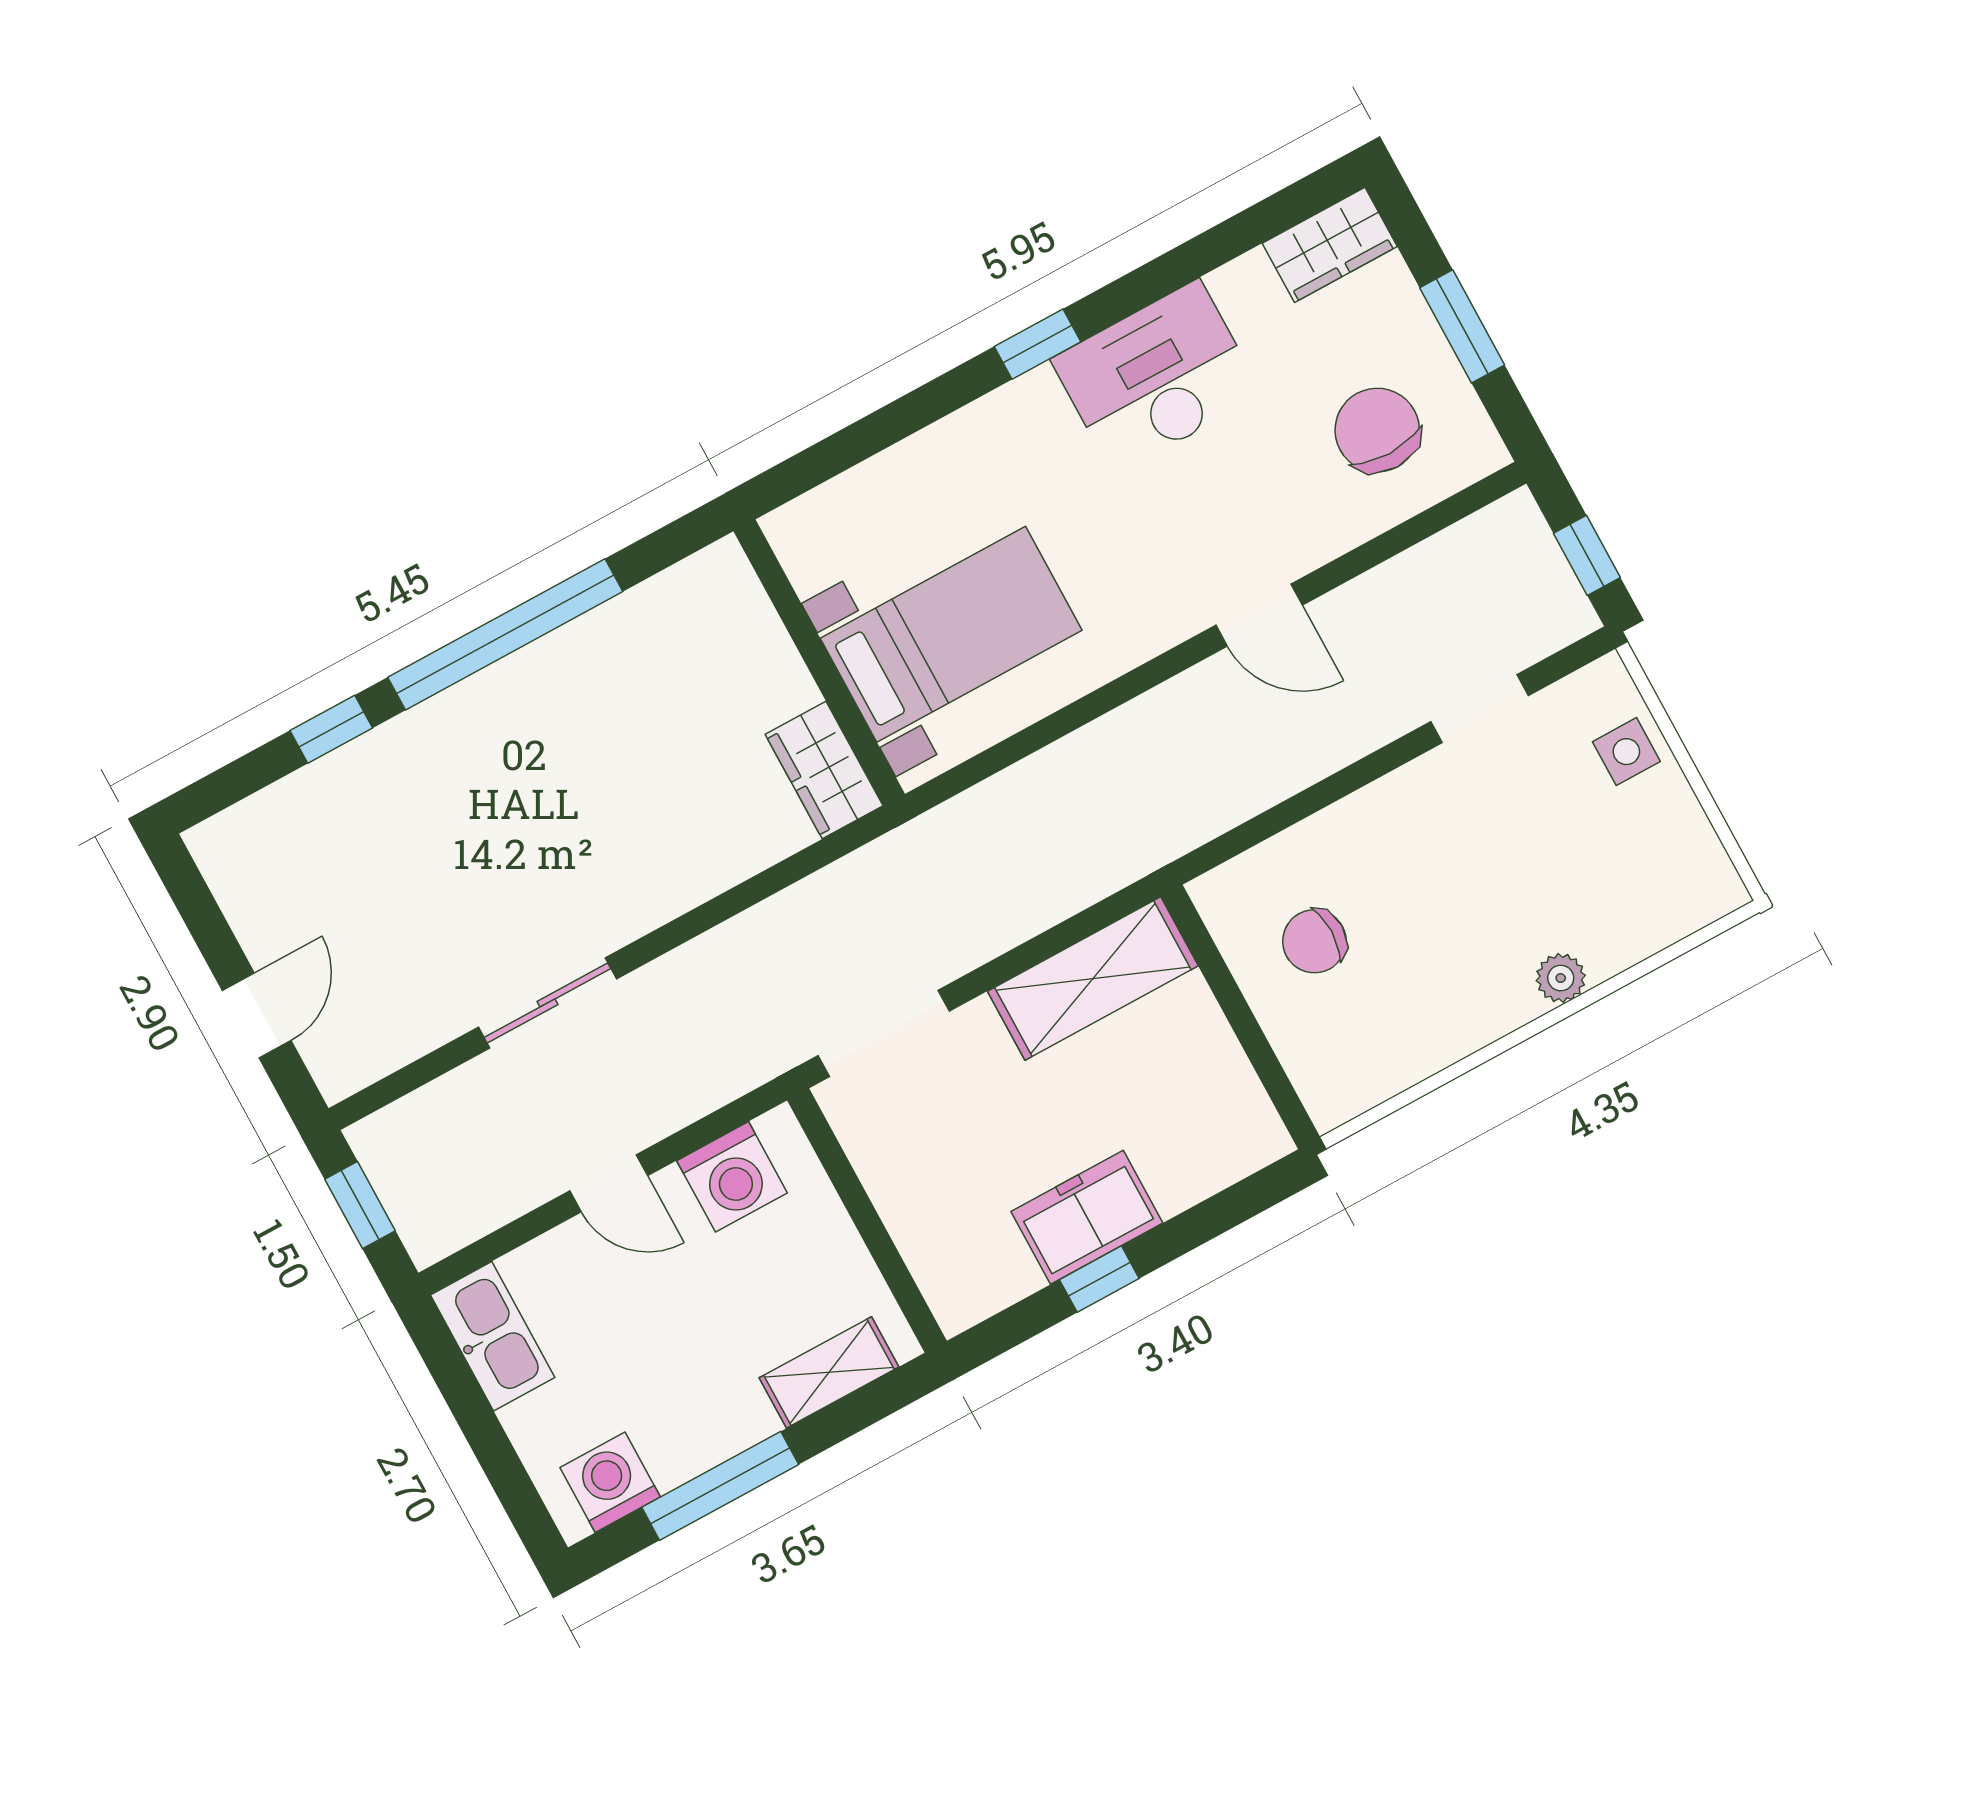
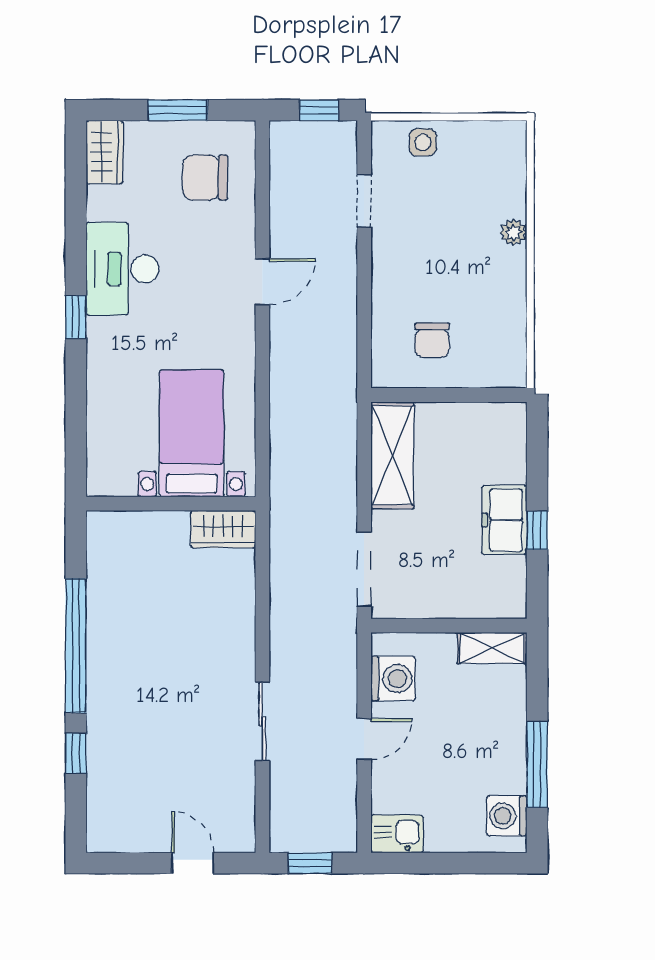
kitchen sink: (493, 1336) -> (397, 834), width x0.73
shelving: (829, 1372) -> (492, 648), moved, turned 90

